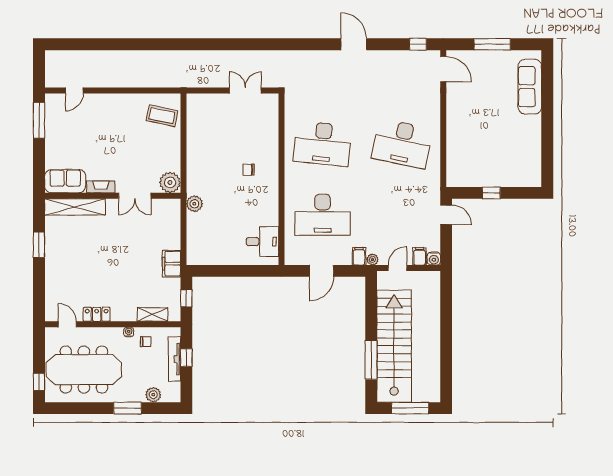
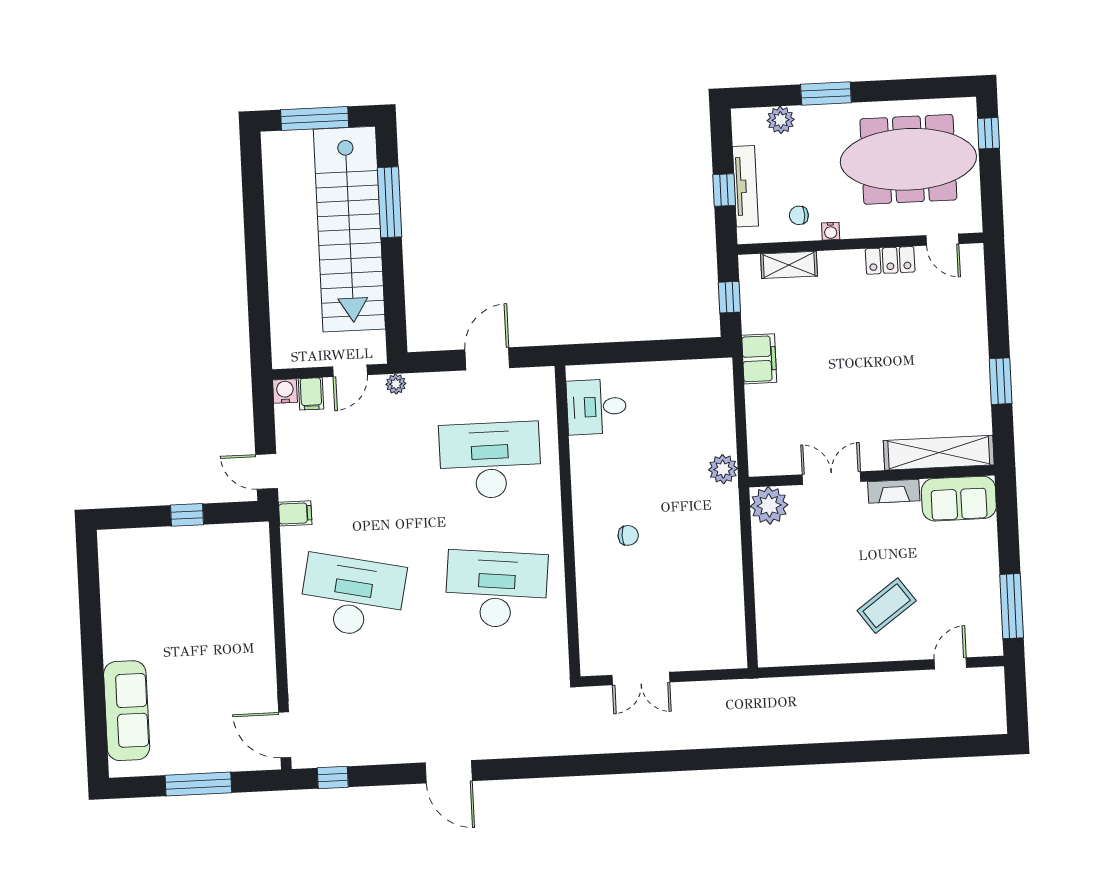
coffee table: (162, 116) -> (887, 606), moved, turned -48
filing cabinet: (359, 256) -> (295, 513), moved, turned -90

